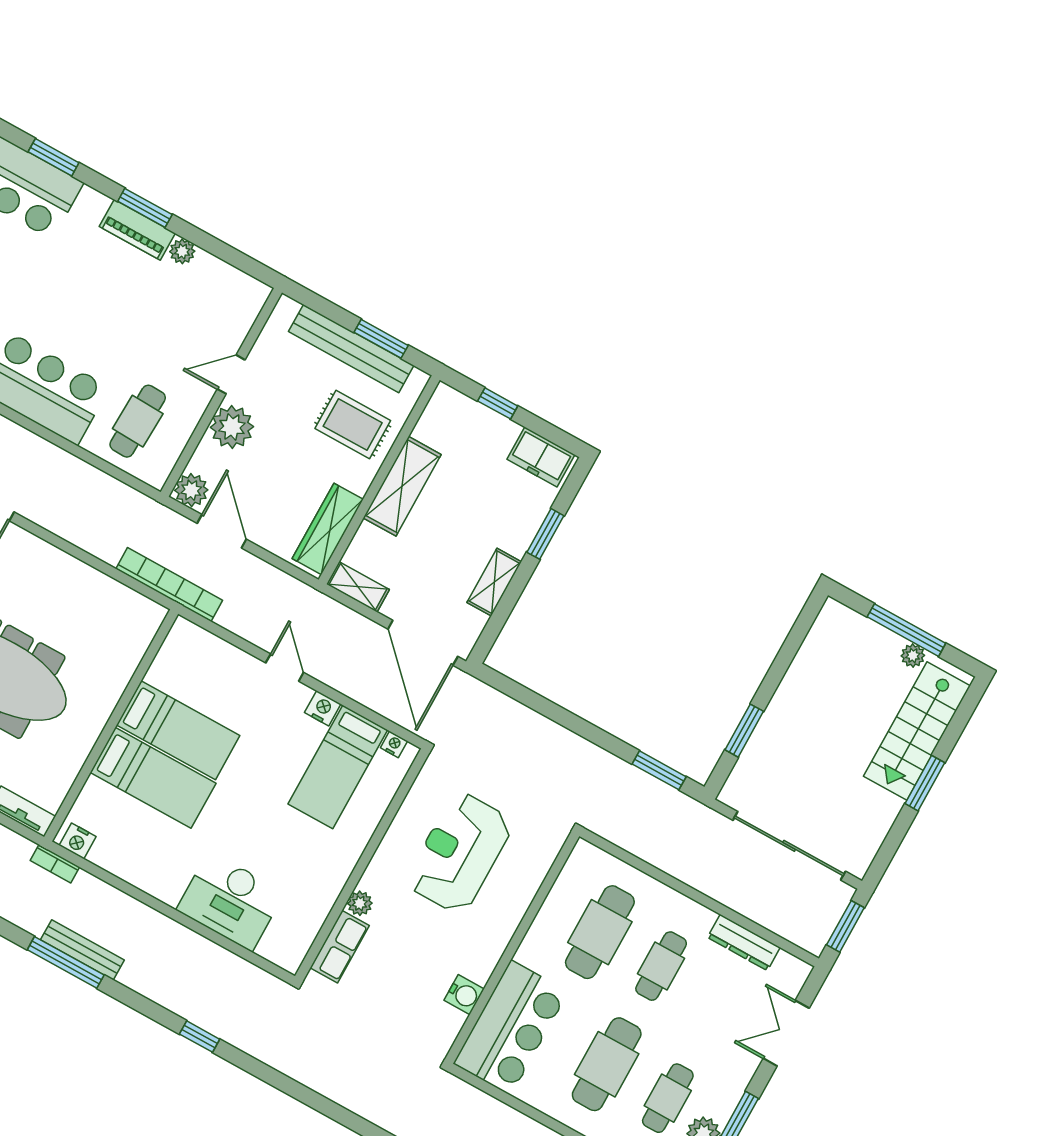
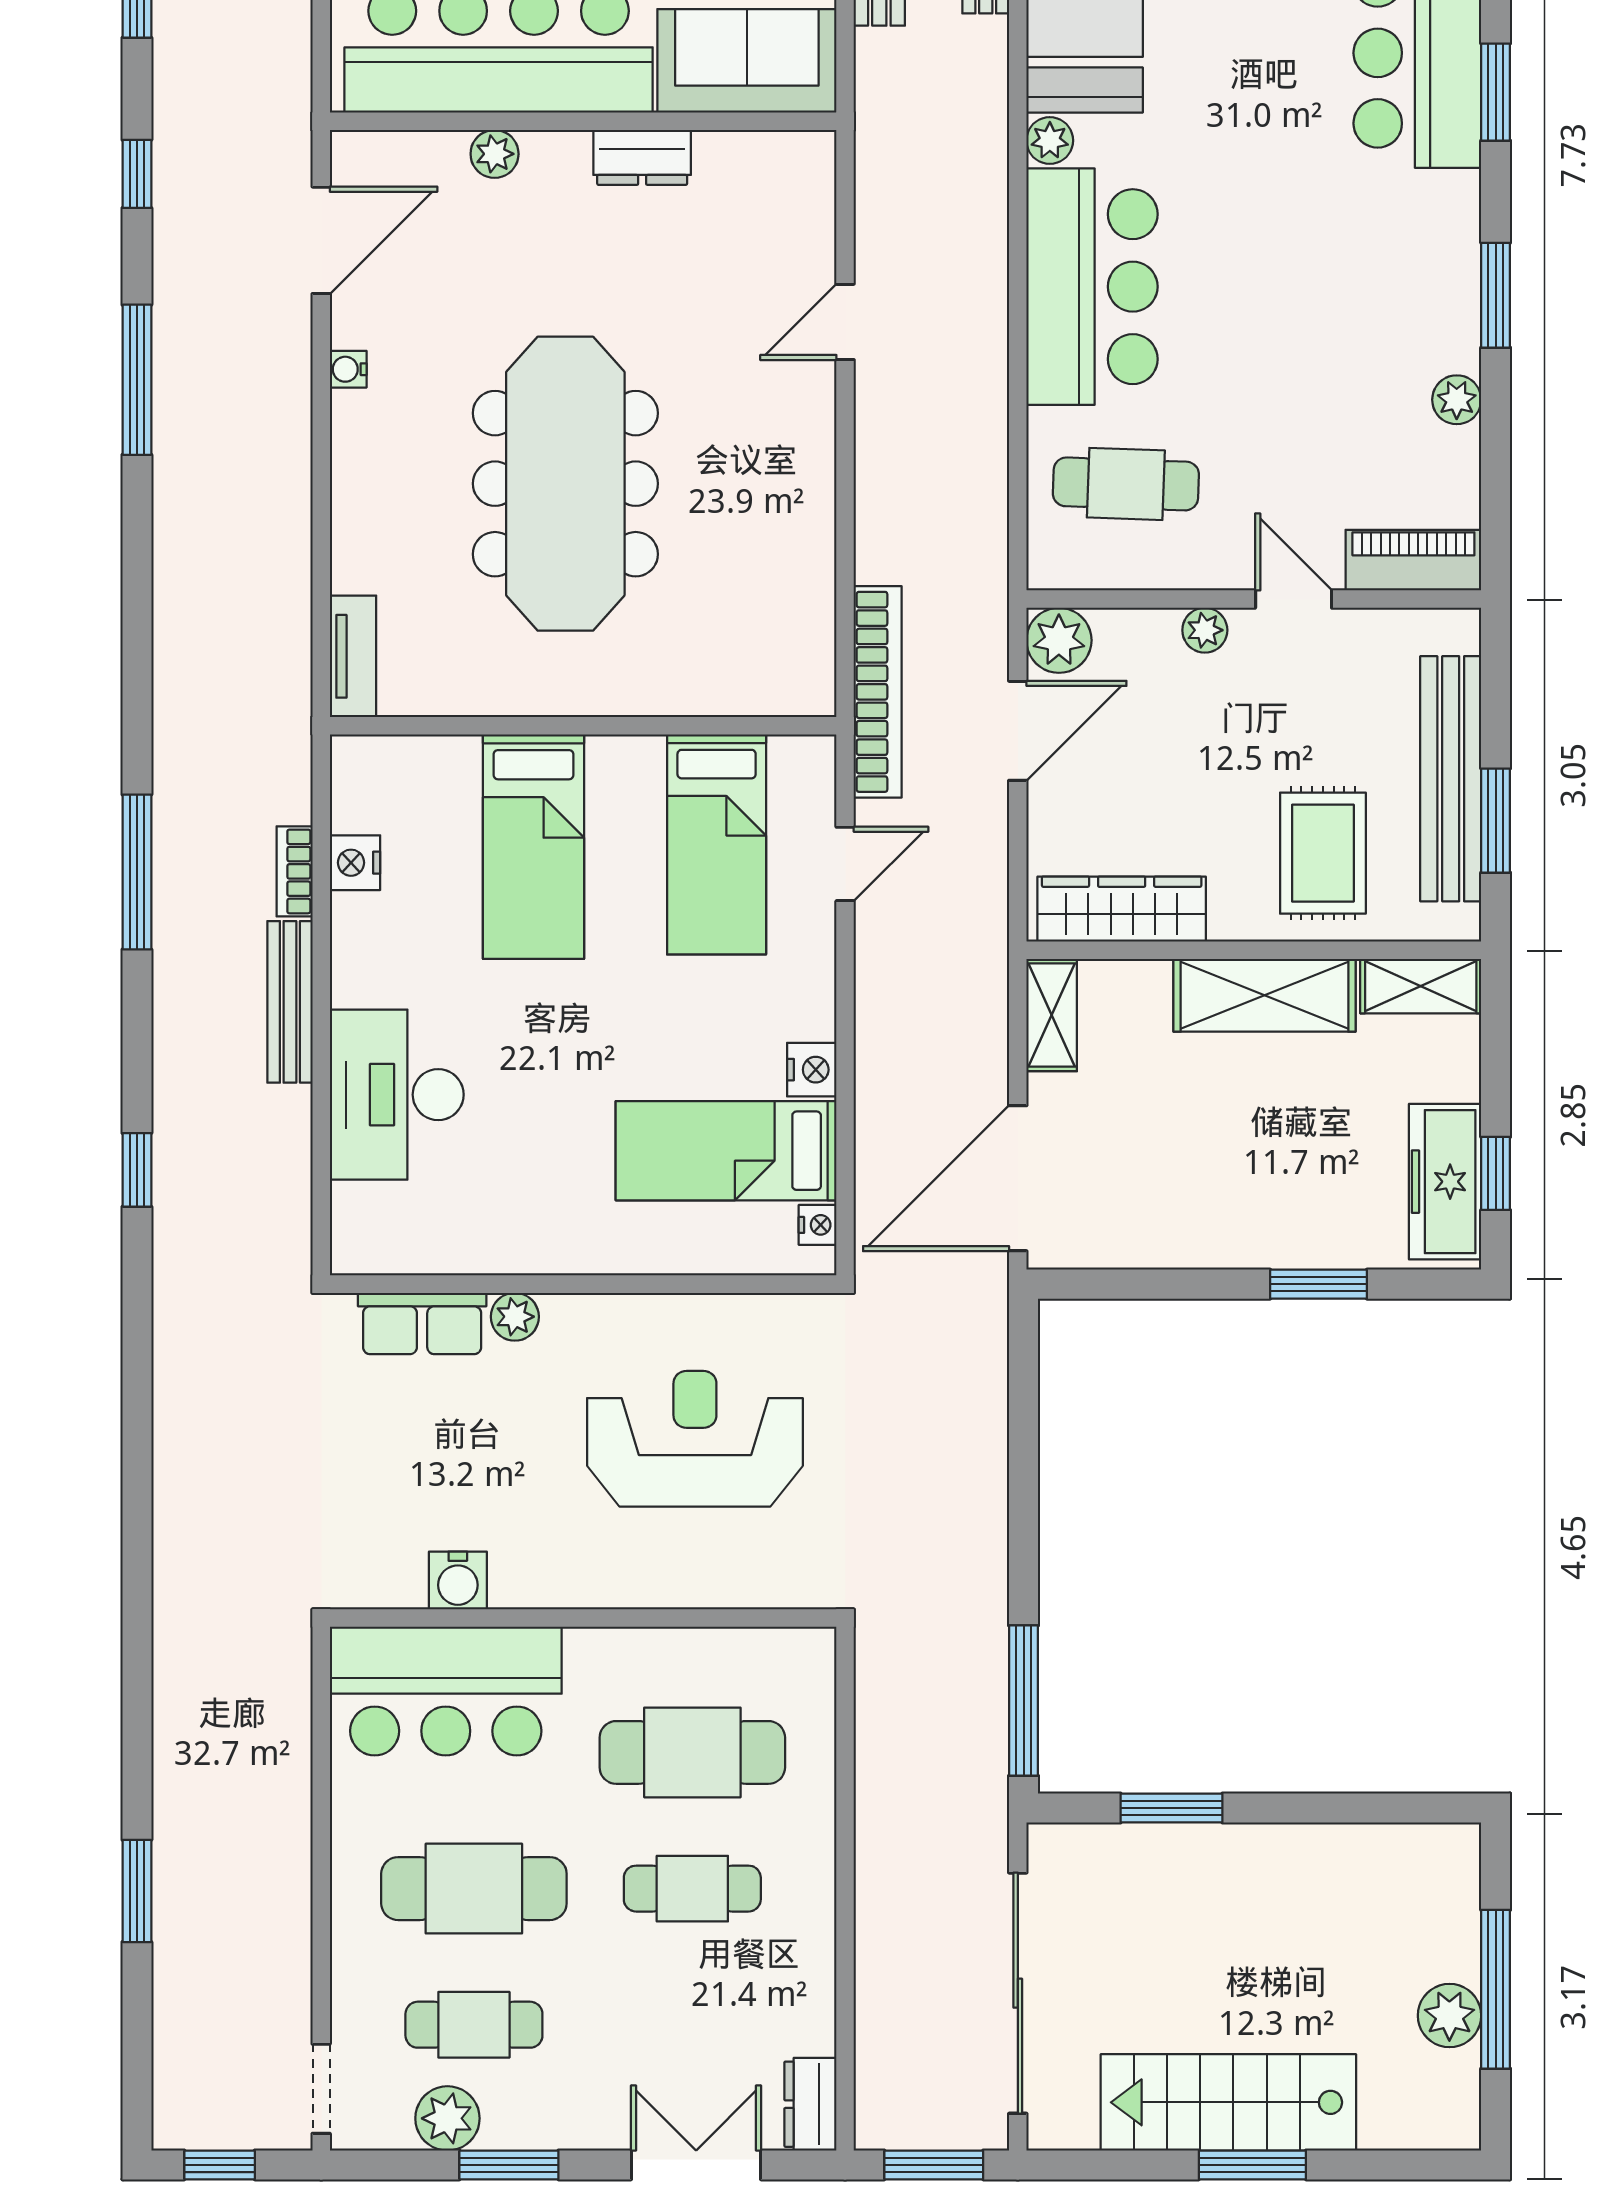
piano: (137, 230) -> (1413, 560), moved, turned 90
window: (498, 403) -> (1496, 1173), moved
plant: (232, 427) -> (1205, 630), width x0.53, depth x0.53
freezer: (541, 457) -> (1445, 1182), width x1.40
shelving: (494, 582) -> (1421, 986), moved
plant: (913, 656) -> (1449, 2016), width x1.38, depth x1.38
door: (285, 668) -> (845, 864), moved
bed: (178, 730) -> (717, 844), moved
stairs: (917, 731) -> (1228, 2102), moved
window: (659, 770) -> (1024, 1701), width x1.44
nightstand: (78, 841) -> (355, 863), moved
bookcase: (55, 864) -> (295, 871), moved
dresser: (744, 943) -> (810, 2104), moved, width x0.70
bench: (82, 950) -> (290, 1002), moved

